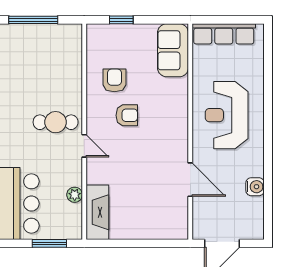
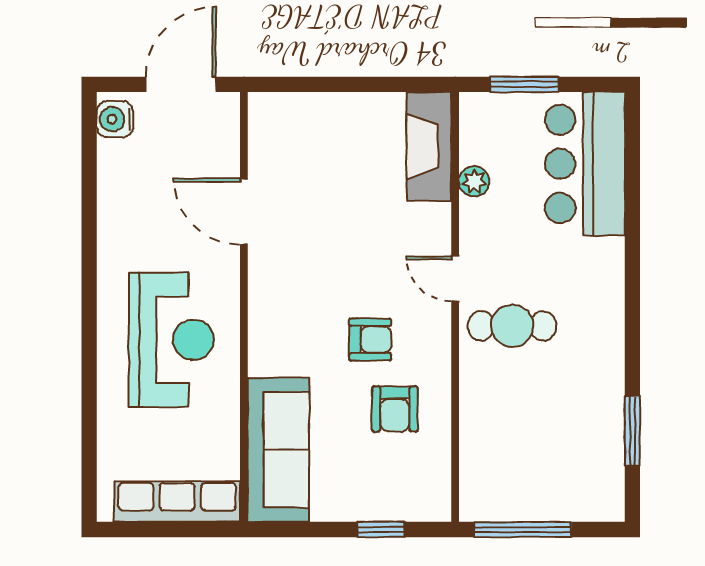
window: (33, 20) -> (523, 530), moved
sofa: (173, 50) -> (278, 450), width x1.36
armchair: (127, 115) -> (370, 340), turned 180
water cooler: (255, 187) -> (115, 119), moved

